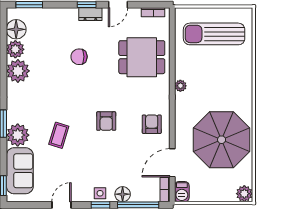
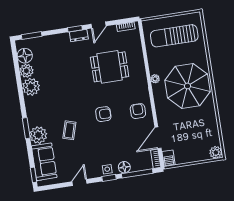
chair: (79, 57) -> (75, 69), removed
dining table: (142, 57) -> (110, 67), moved
armchair: (106, 121) -> (103, 114), turned -90
parasol: (222, 140) -> (187, 86), moved

